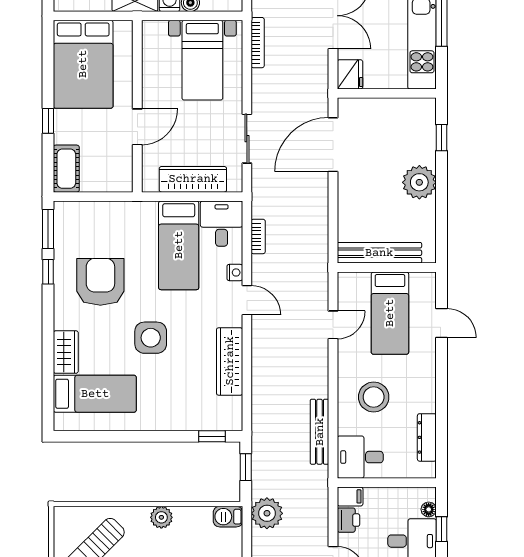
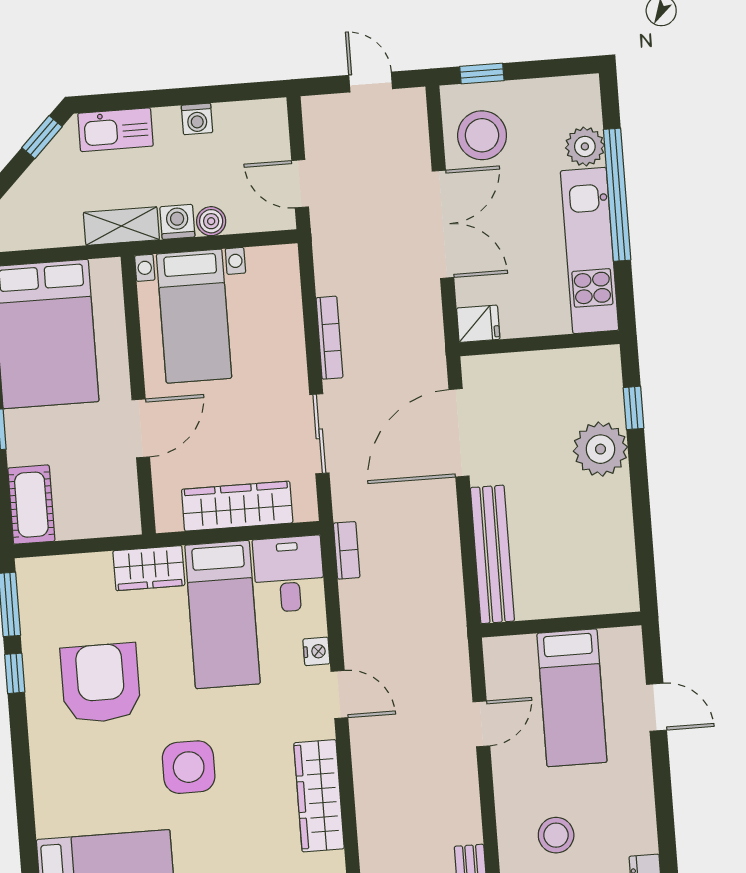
bookcase: (258, 43) -> (329, 338), moved
bed with nightstands: (202, 60) -> (194, 316), moved
fridge: (350, 74) -> (478, 324), width x0.72
plant: (419, 182) -> (600, 449), moved
bookcase: (258, 236) -> (347, 550), moved
bench: (379, 253) -> (492, 554), moved, turned 90
wardrobe: (66, 352) -> (149, 568), moved, turned 90
stool: (374, 397) -> (556, 835), width x0.73, depth x0.73

